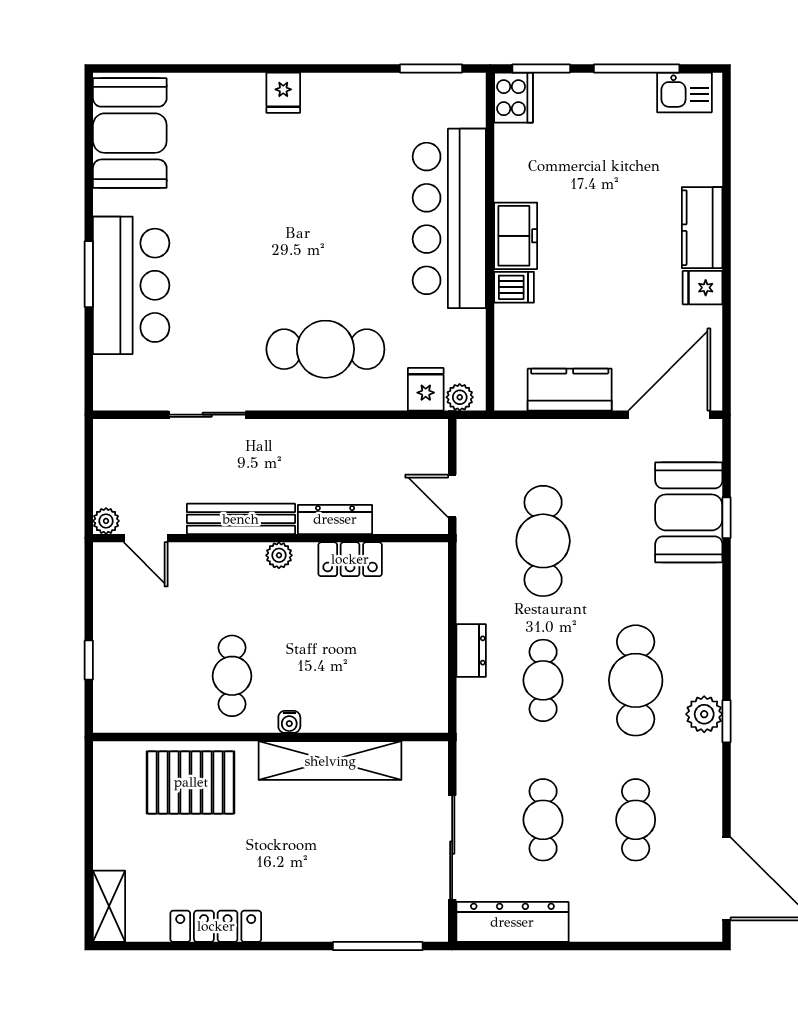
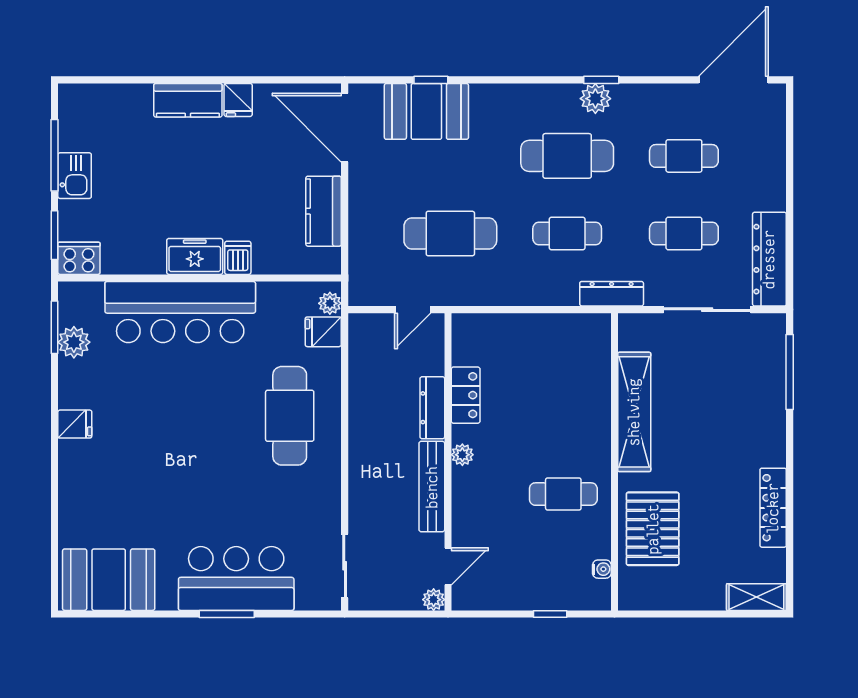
plant: (413, 92) -> (74, 342), added
kitchen sink: (684, 92) -> (75, 176), moved
fridge: (283, 93) -> (75, 424), moved
sliding door: (207, 415) -> (345, 566), moved
dresser: (471, 650) -> (612, 294), moved, width x1.44
water cooler: (289, 722) -> (602, 569), moved

